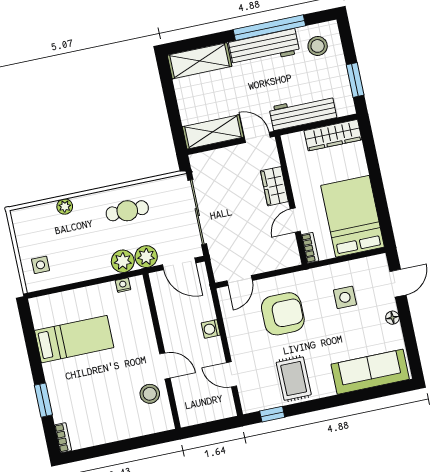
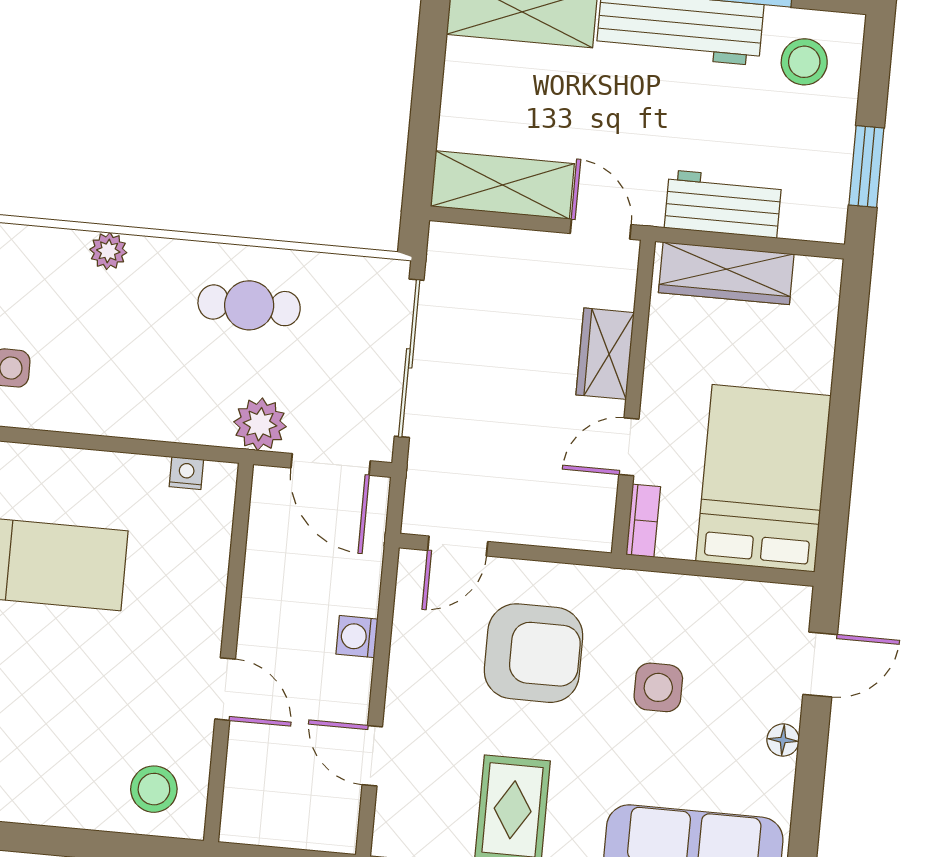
workbench: (303, 112) -> (723, 204), width x0.73
wardrobe: (333, 135) -> (726, 273), moved
plant: (123, 261) -> (203, 418), removed
side table: (345, 297) -> (658, 687), moved
stool: (150, 394) -> (154, 789), moved

